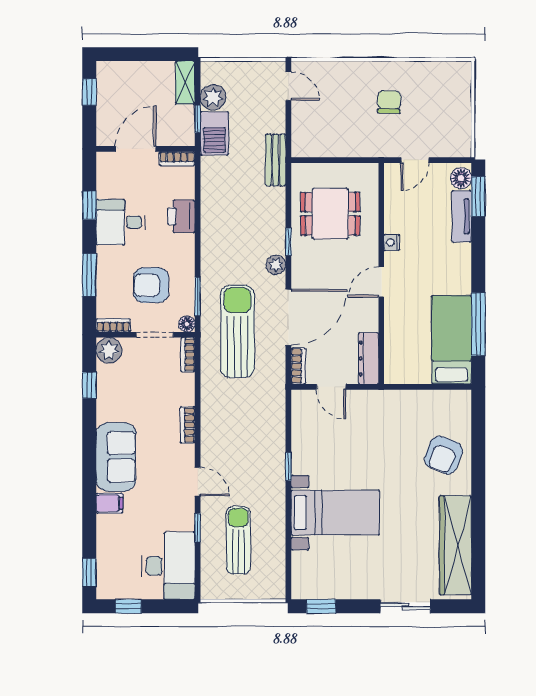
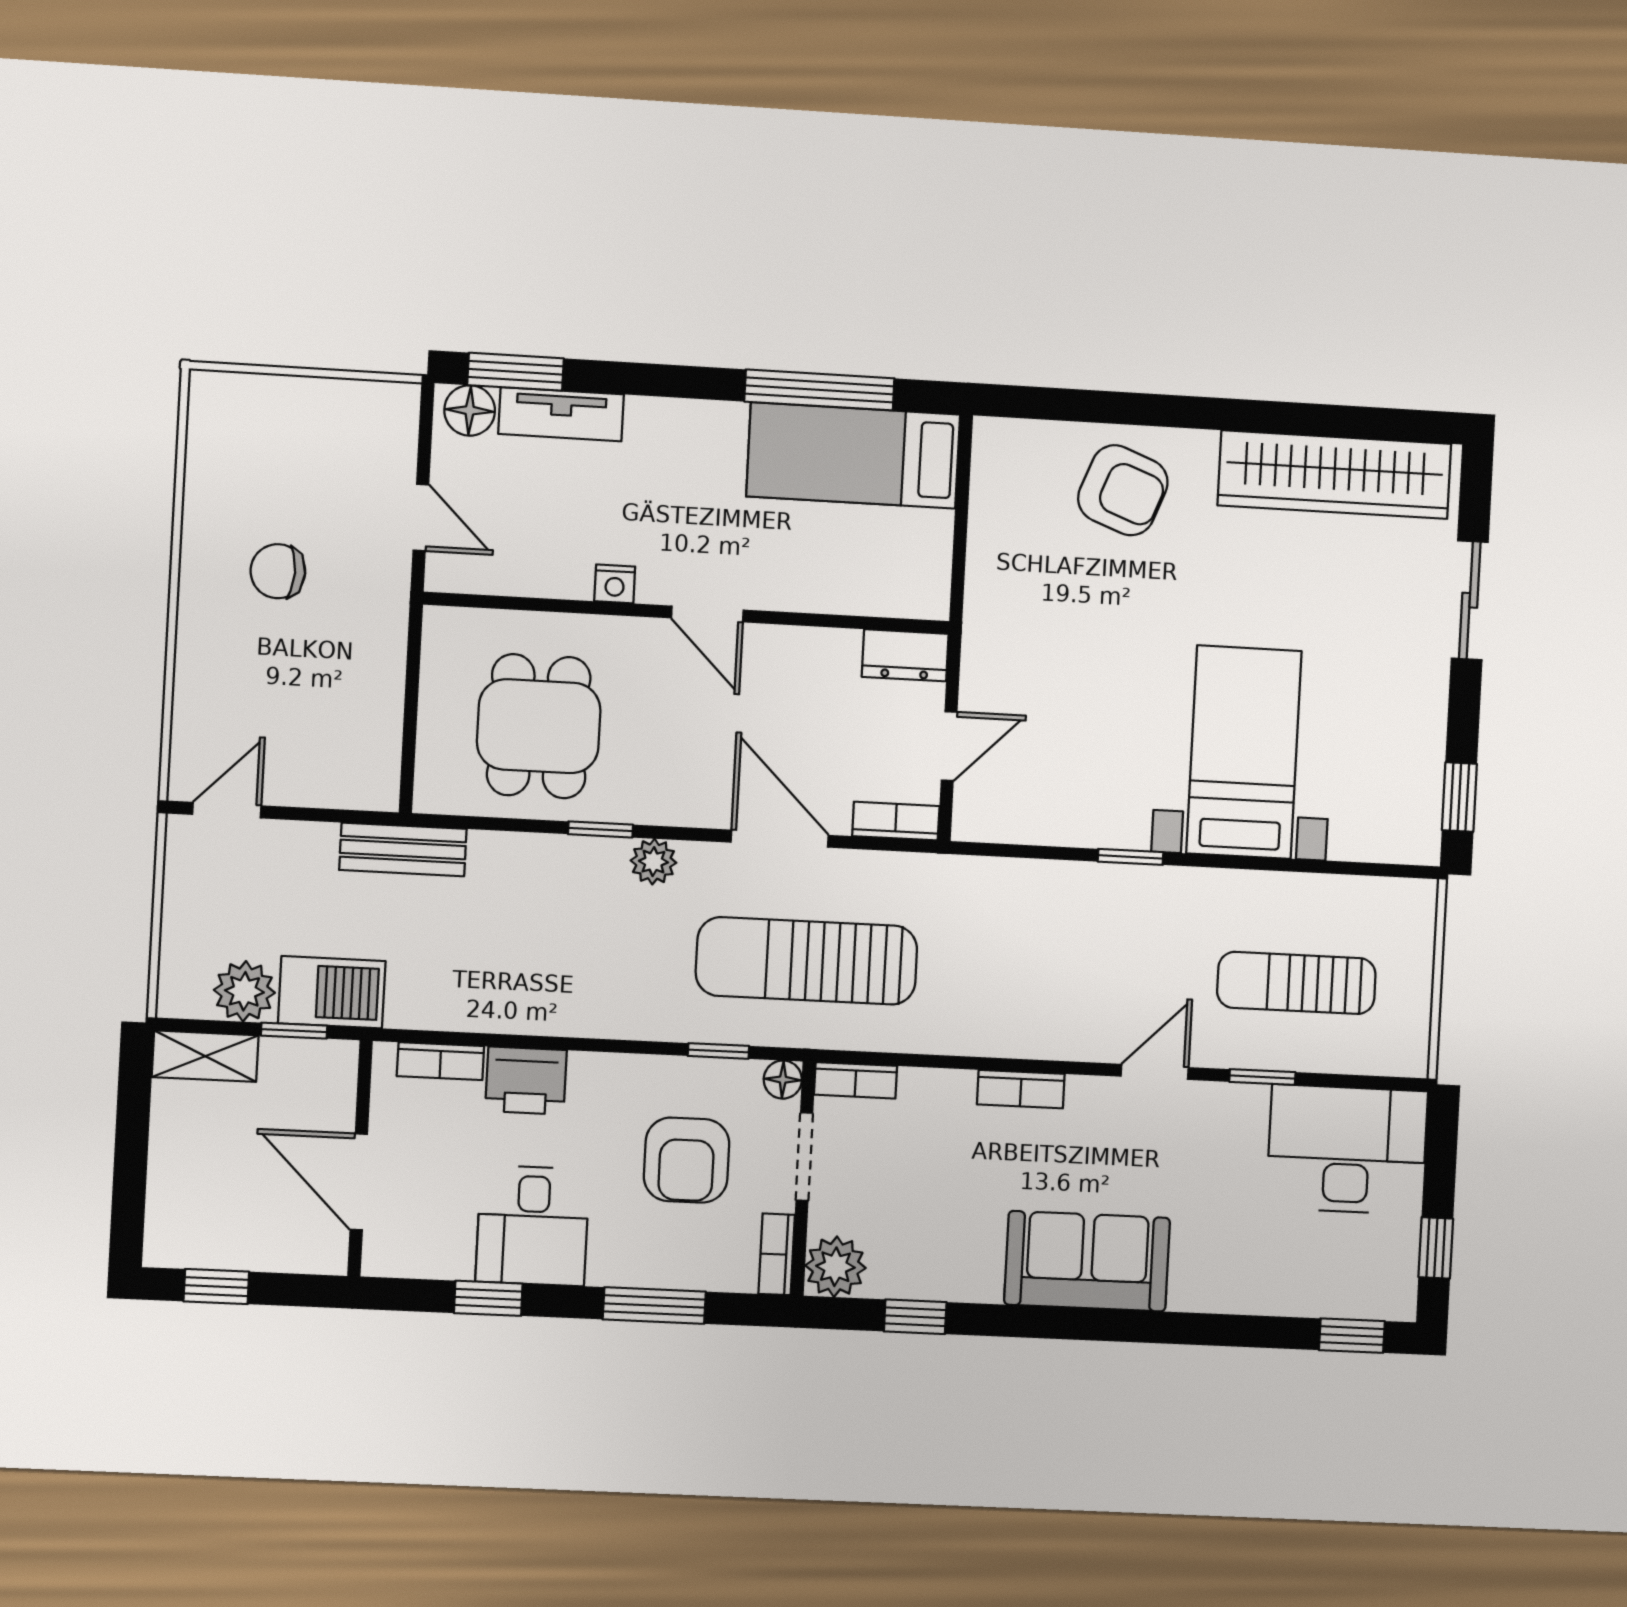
bookcase: (177, 159) -> (440, 1061), moved, turned 90
window: (198, 296) -> (718, 1051), width x0.67
door: (288, 317) -> (780, 839), width x0.73
dresser: (368, 358) -> (905, 655), width x0.70
filing cabinet: (109, 503) -> (1194, 1281), removed

